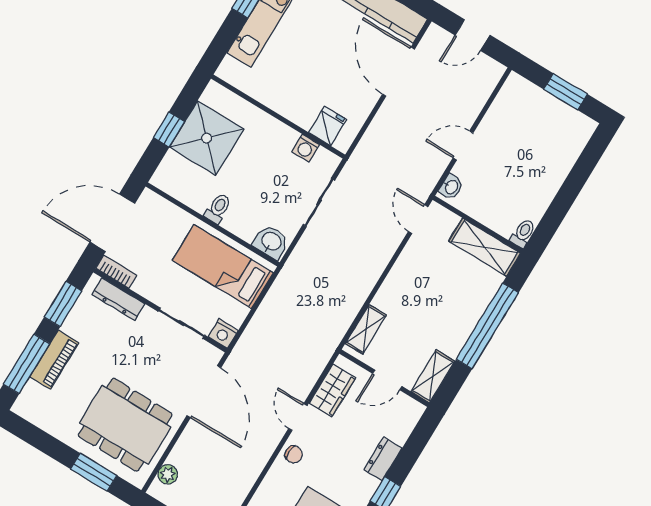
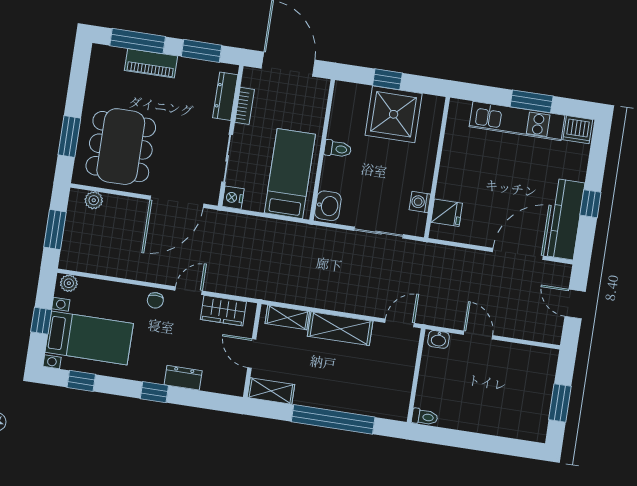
shelving: (485, 247) -> (340, 329), moved, turned 90
bookcase: (116, 272) -> (245, 106), moved

